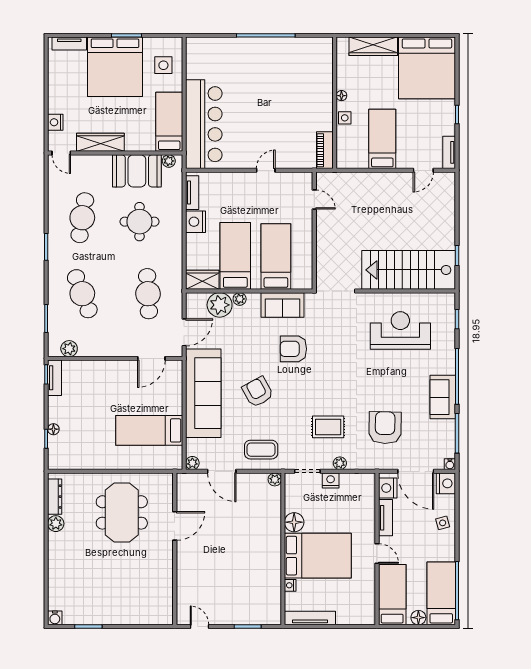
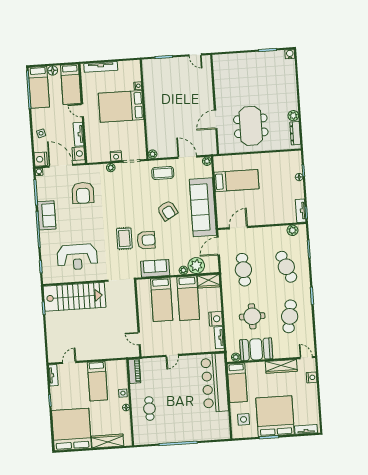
cafe table: (306, 92) -> (149, 409), added
rug: (328, 427) -> (124, 238), moved, turned 90
floor lamp: (294, 522) -> (138, 127), removed
tv unit: (310, 618) -> (101, 67), moved

